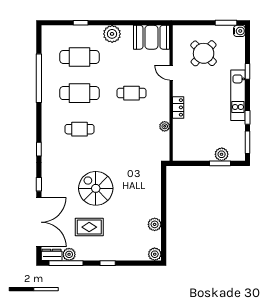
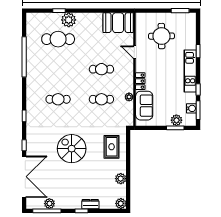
water cooler: (239, 31) -> (191, 108), moved
plant: (112, 34) -> (69, 20), moved
round table: (204, 53) -> (161, 36), turned 45
cafe table: (79, 93) -> (101, 99), moved, width x0.73, depth x0.74
sofa: (183, 137) -> (144, 106), added
rug: (89, 227) -> (112, 147), moved, turned 90
dresser: (52, 255) -> (90, 204), moved

